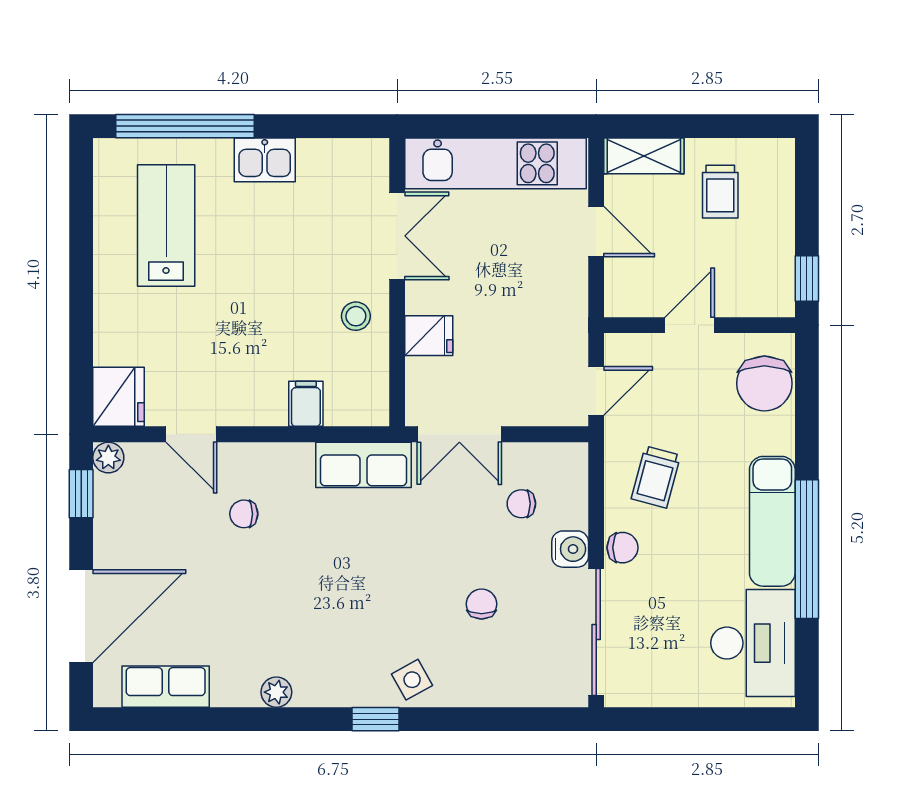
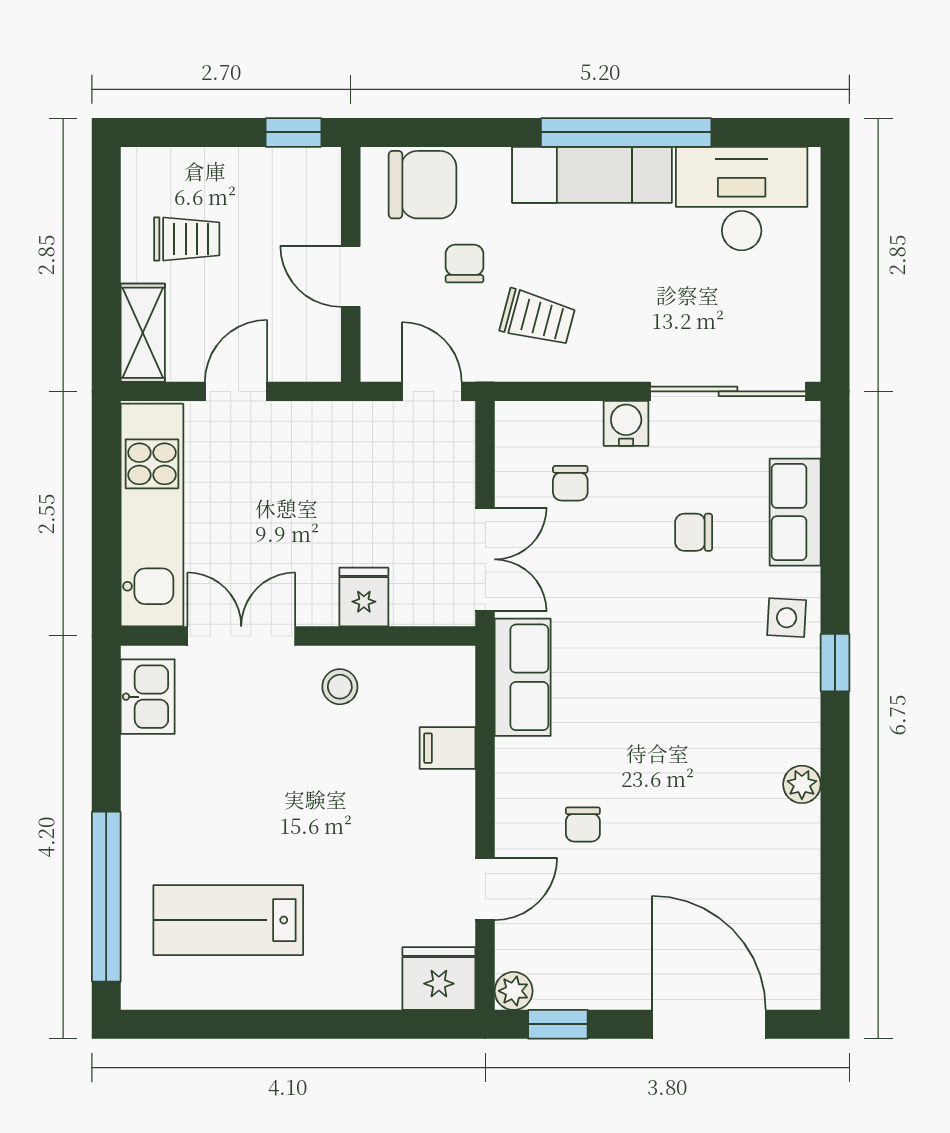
kitchen sink: (265, 160) -> (148, 697), moved
chair: (623, 548) -> (464, 264), moved
side table: (412, 680) -> (787, 618), turned 32
row of seats: (166, 687) -> (795, 512), moved

